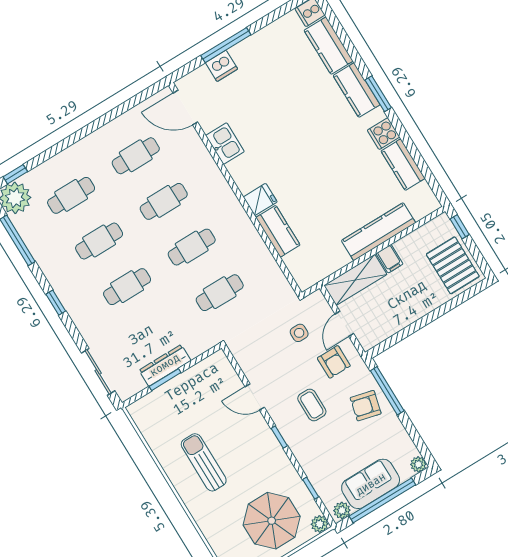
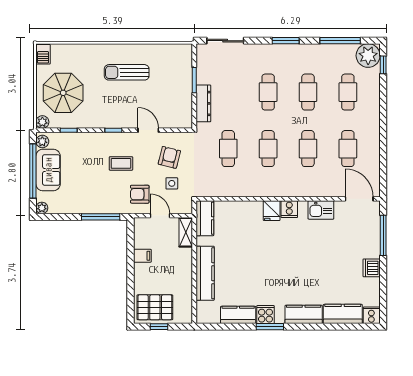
window: (226, 45) -> (383, 235), moved
dishwasher: (222, 66) -> (372, 268), moved
window: (378, 94) -> (270, 327), moved
door: (185, 108) -> (359, 199), hinge flipped
cooker: (246, 180) -> (289, 209), added
window: (460, 227) -> (159, 327), moved
kitchen counter: (278, 231) -> (205, 218), moved, turned -90
filing cabinet: (390, 259) -> (142, 256), moved, turned 180
shelving: (355, 280) -> (186, 232), width x0.67, depth x0.75
window: (56, 303) -> (286, 41), width x1.50
dresser: (165, 365) -> (203, 103), moved
door: (255, 397) -> (148, 130), hinge flipped
armchair: (366, 406) -> (169, 157), moved
sun lounger: (204, 462) -> (127, 72), turned 180

